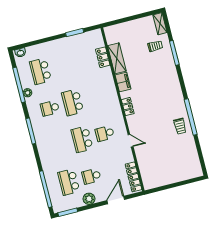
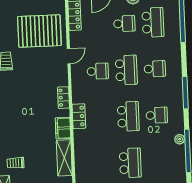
locker: (103, 57) -> (79, 116), moved
school desk: (40, 71) -> (130, 163), moved
door: (131, 141) -> (69, 56), swing flipped
school desk: (59, 145) -> (155, 69), added
pallet: (158, 156) -> (39, 31), added

